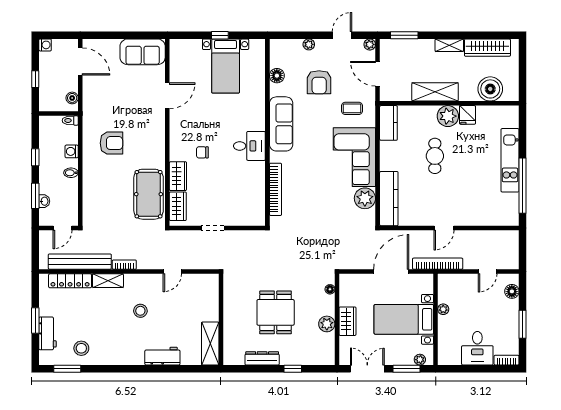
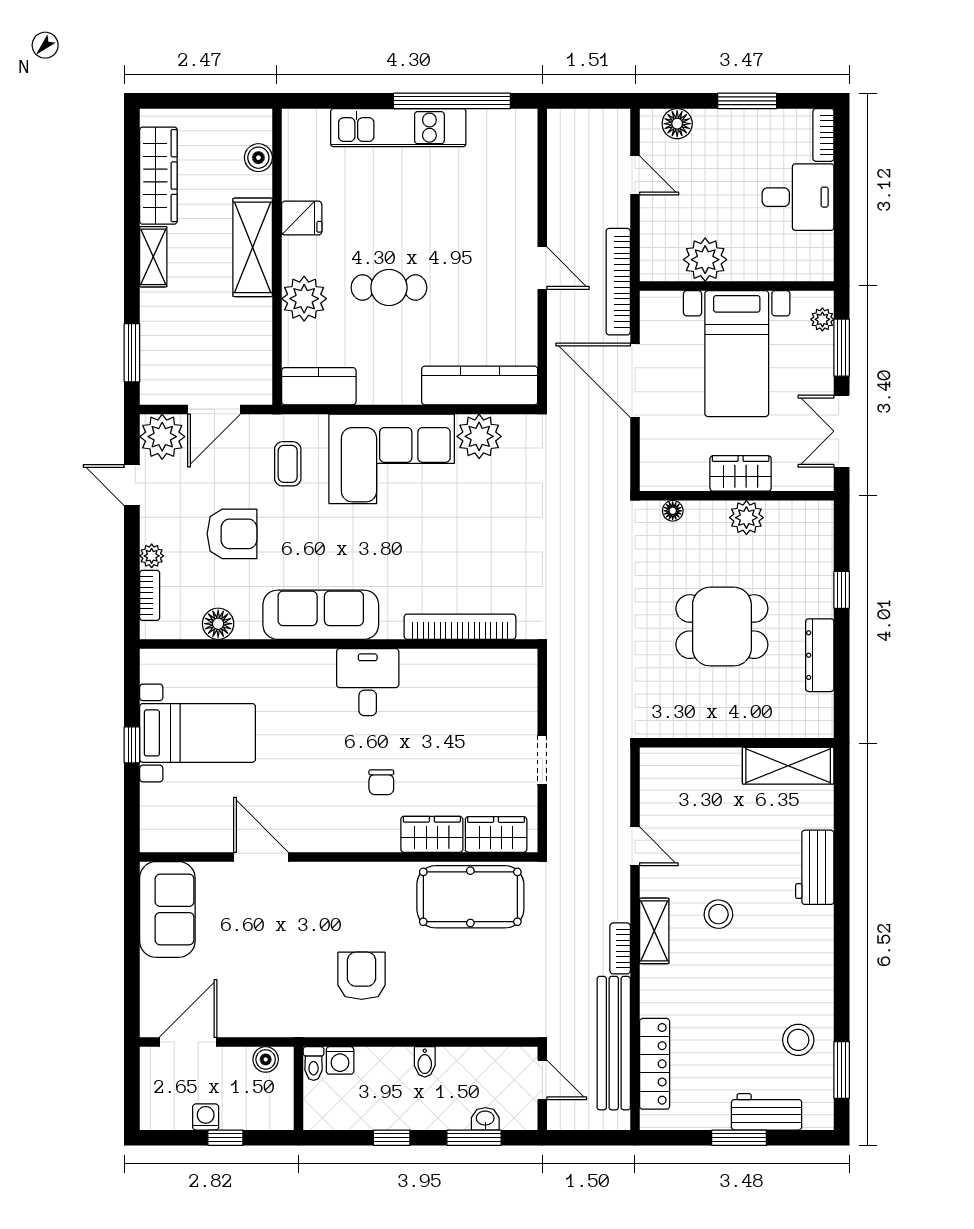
bookcase: (290, 43) -> (150, 595), added
plant: (370, 44) -> (162, 437), width x1.87, depth x1.87
washing machine: (45, 45) -> (206, 1117), moved
boiler: (490, 89) -> (258, 158), width x0.54, depth x0.54
shelving: (435, 92) -> (253, 247), moved
plant: (448, 116) -> (304, 299), moved
washing machine: (72, 151) -> (340, 1060), moved
shelving: (108, 281) -> (654, 931), moved
plant: (443, 309) -> (705, 260), width x1.88, depth x1.88

